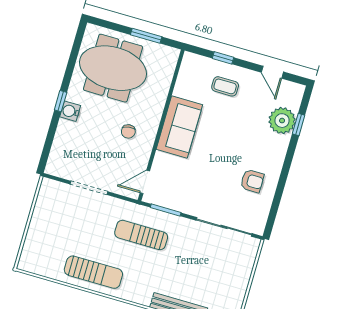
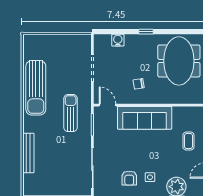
water cooler: (70, 111) -> (118, 40), moved
sofa: (179, 127) -> (145, 118), width x1.36
side table: (259, 153) -> (150, 177), added
sun lounger: (93, 272) -> (36, 88), width x1.36, depth x1.34

